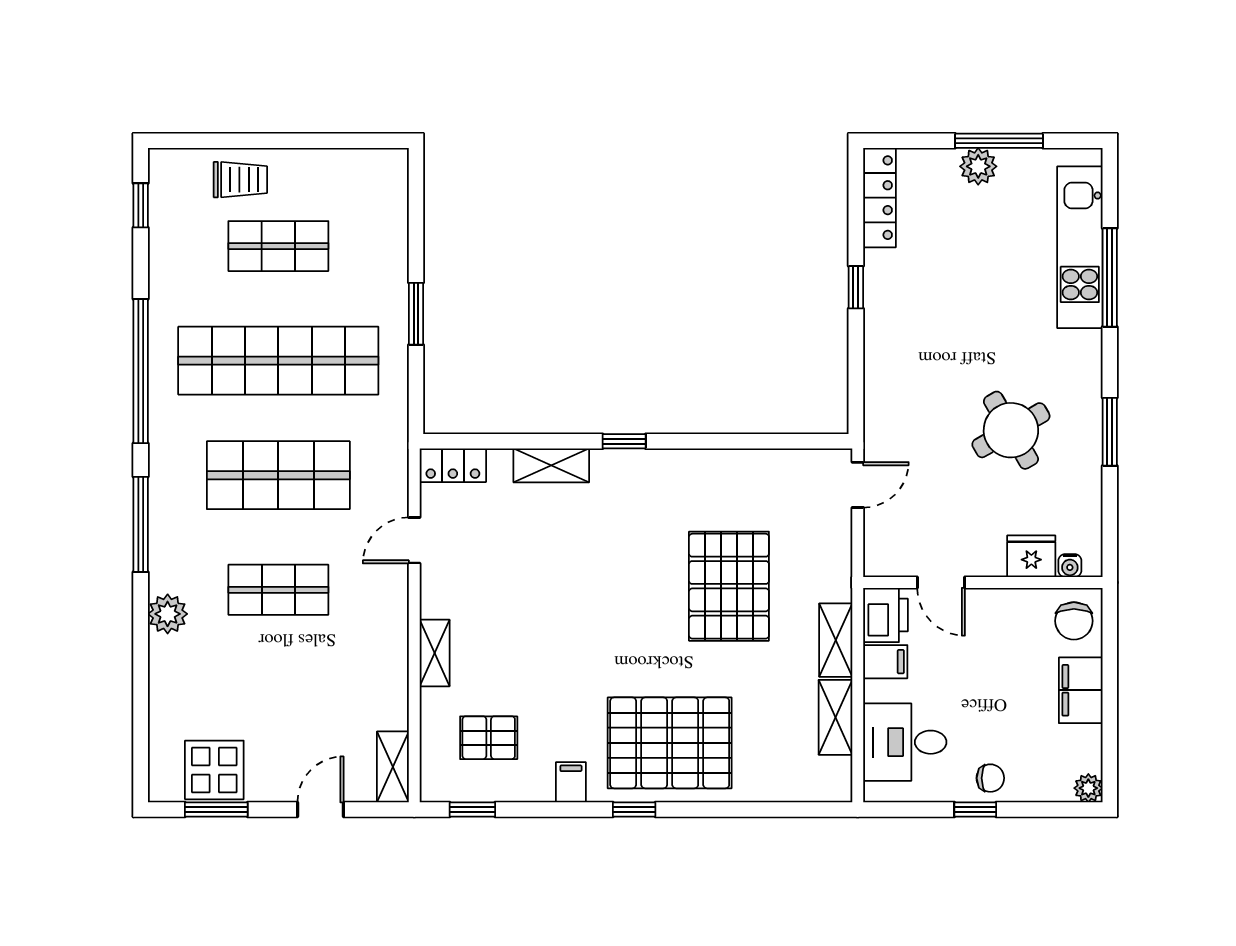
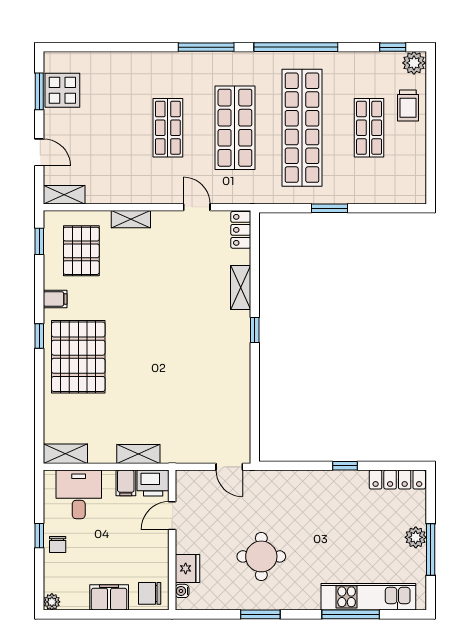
round table: (1011, 430) -> (261, 556), turned 30
pallet: (729, 586) -> (170, 391), removed
plant: (168, 614) -> (414, 63), moved
shelving: (835, 717) -> (65, 454), moved
pallet: (489, 738) -> (81, 251), width x1.50, depth x1.42

